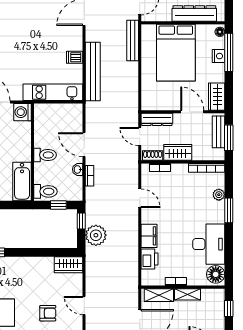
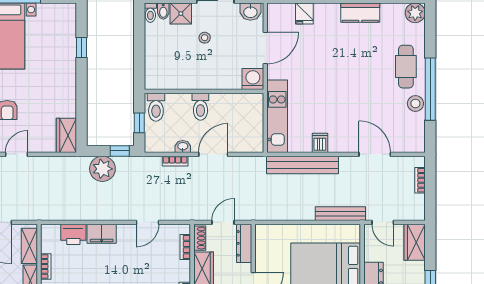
bathtub: (22, 181) -> (168, 79), removed

